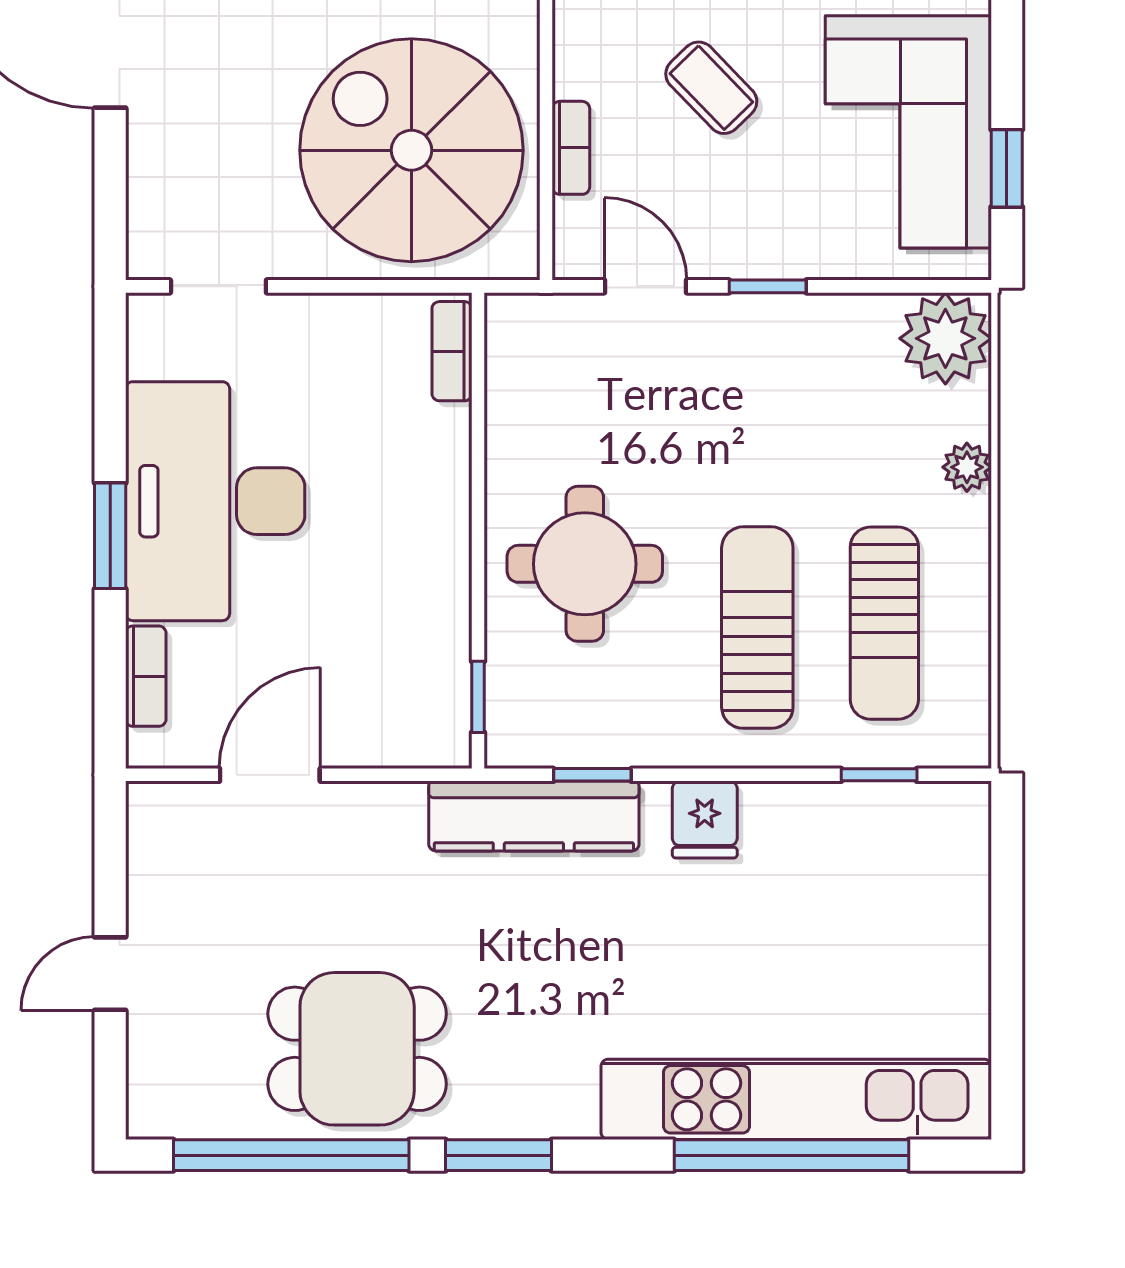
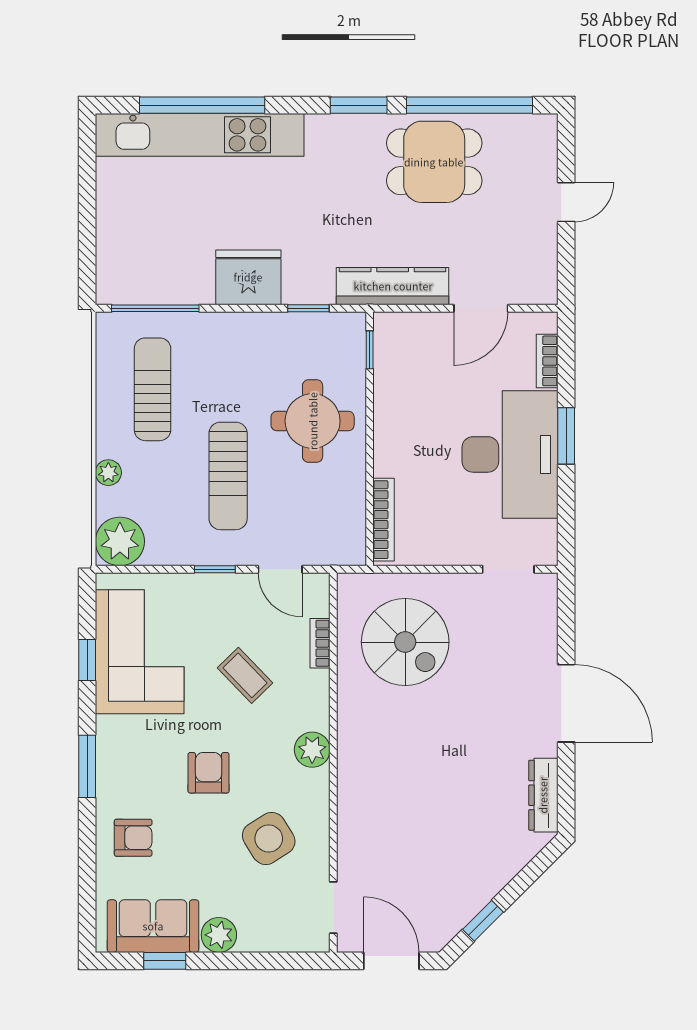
spiral stairs: (411, 150) -> (405, 642), width x0.73, depth x0.73
window: (1007, 168) -> (87, 660), moved
bookcase: (452, 351) -> (384, 520), width x1.56
sun lounger: (757, 628) -> (228, 476), moved
window: (879, 775) -> (155, 308), width x2.17
kitchen counter: (534, 816) -> (393, 286), moved
fridge: (705, 820) -> (248, 277), width x1.88, depth x1.34

